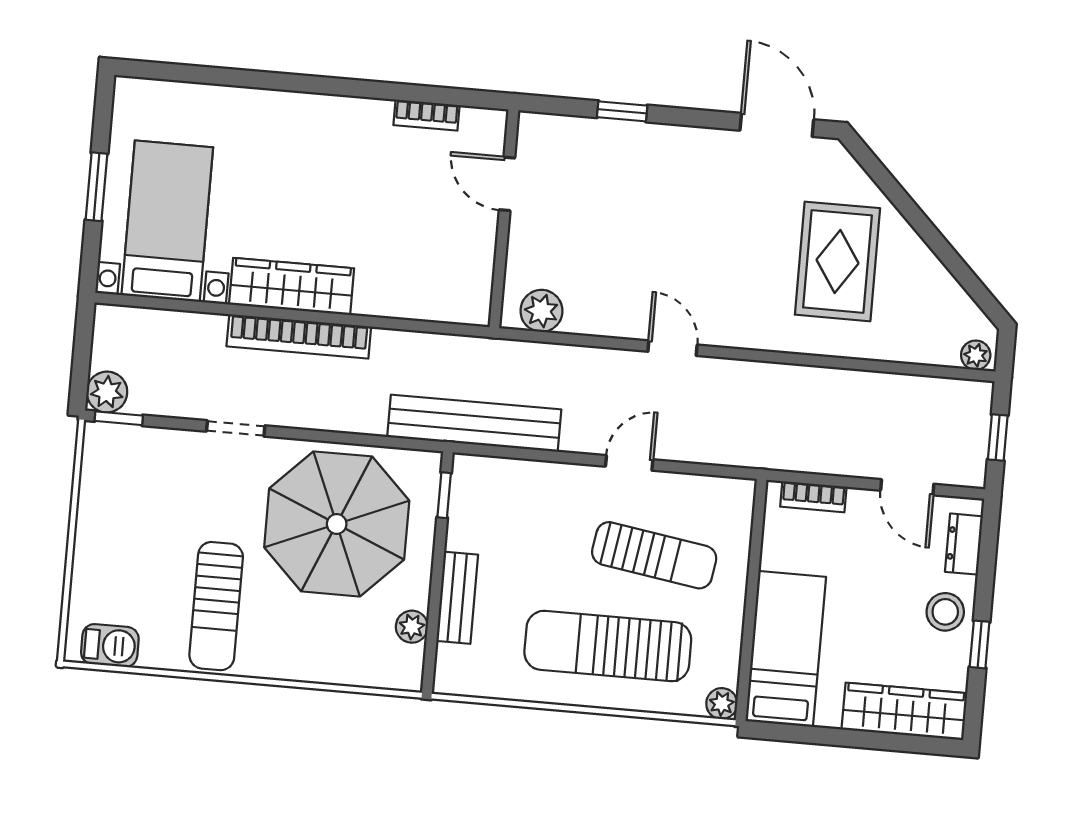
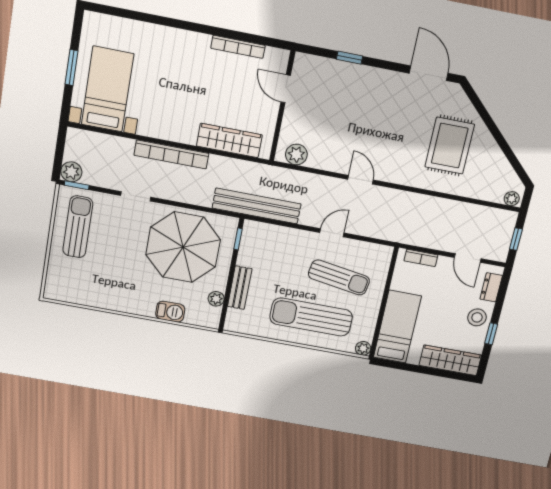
bookcase: (427, 115) -> (238, 47), width x1.56
wardrobe: (292, 286) -> (229, 140), moved
sun lounger: (216, 606) -> (78, 227), moved, turned 180
barbecue: (110, 646) -> (170, 312), moved

